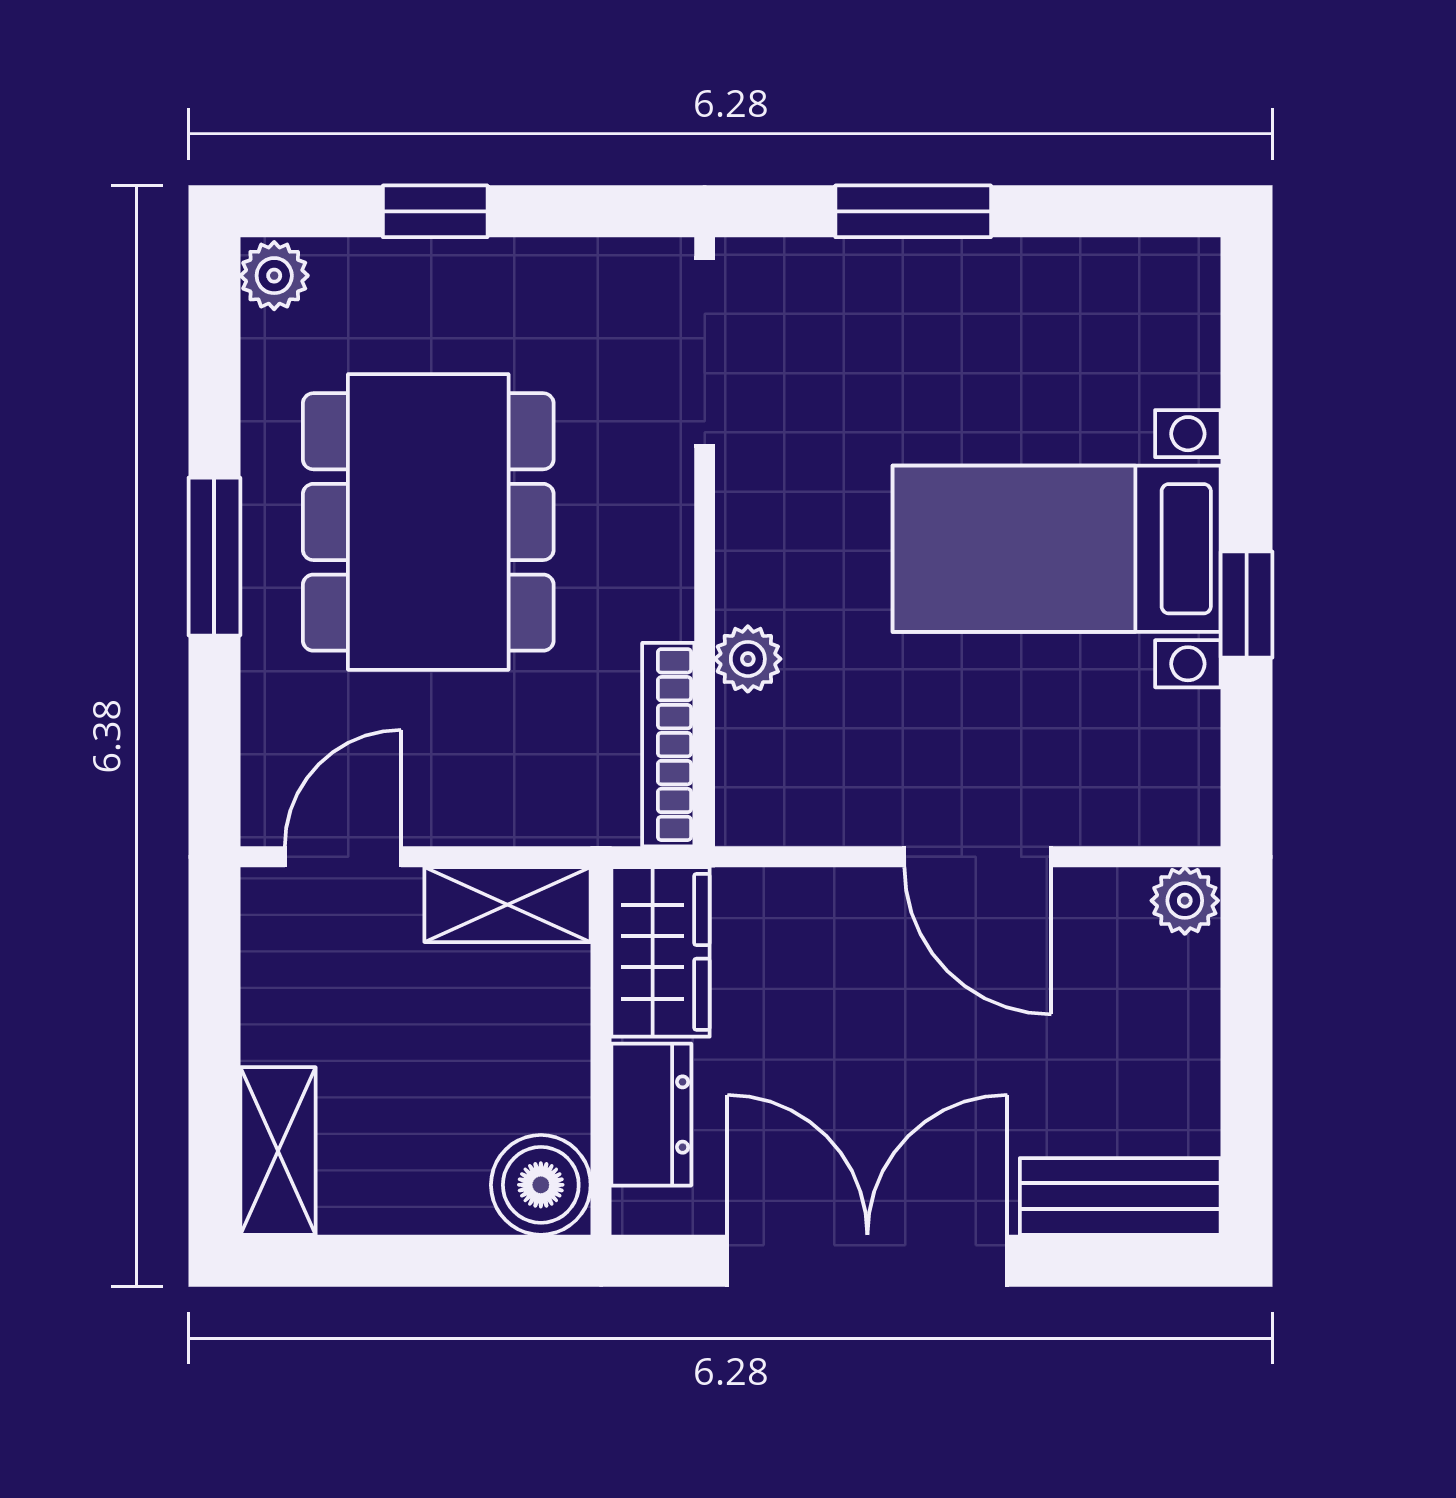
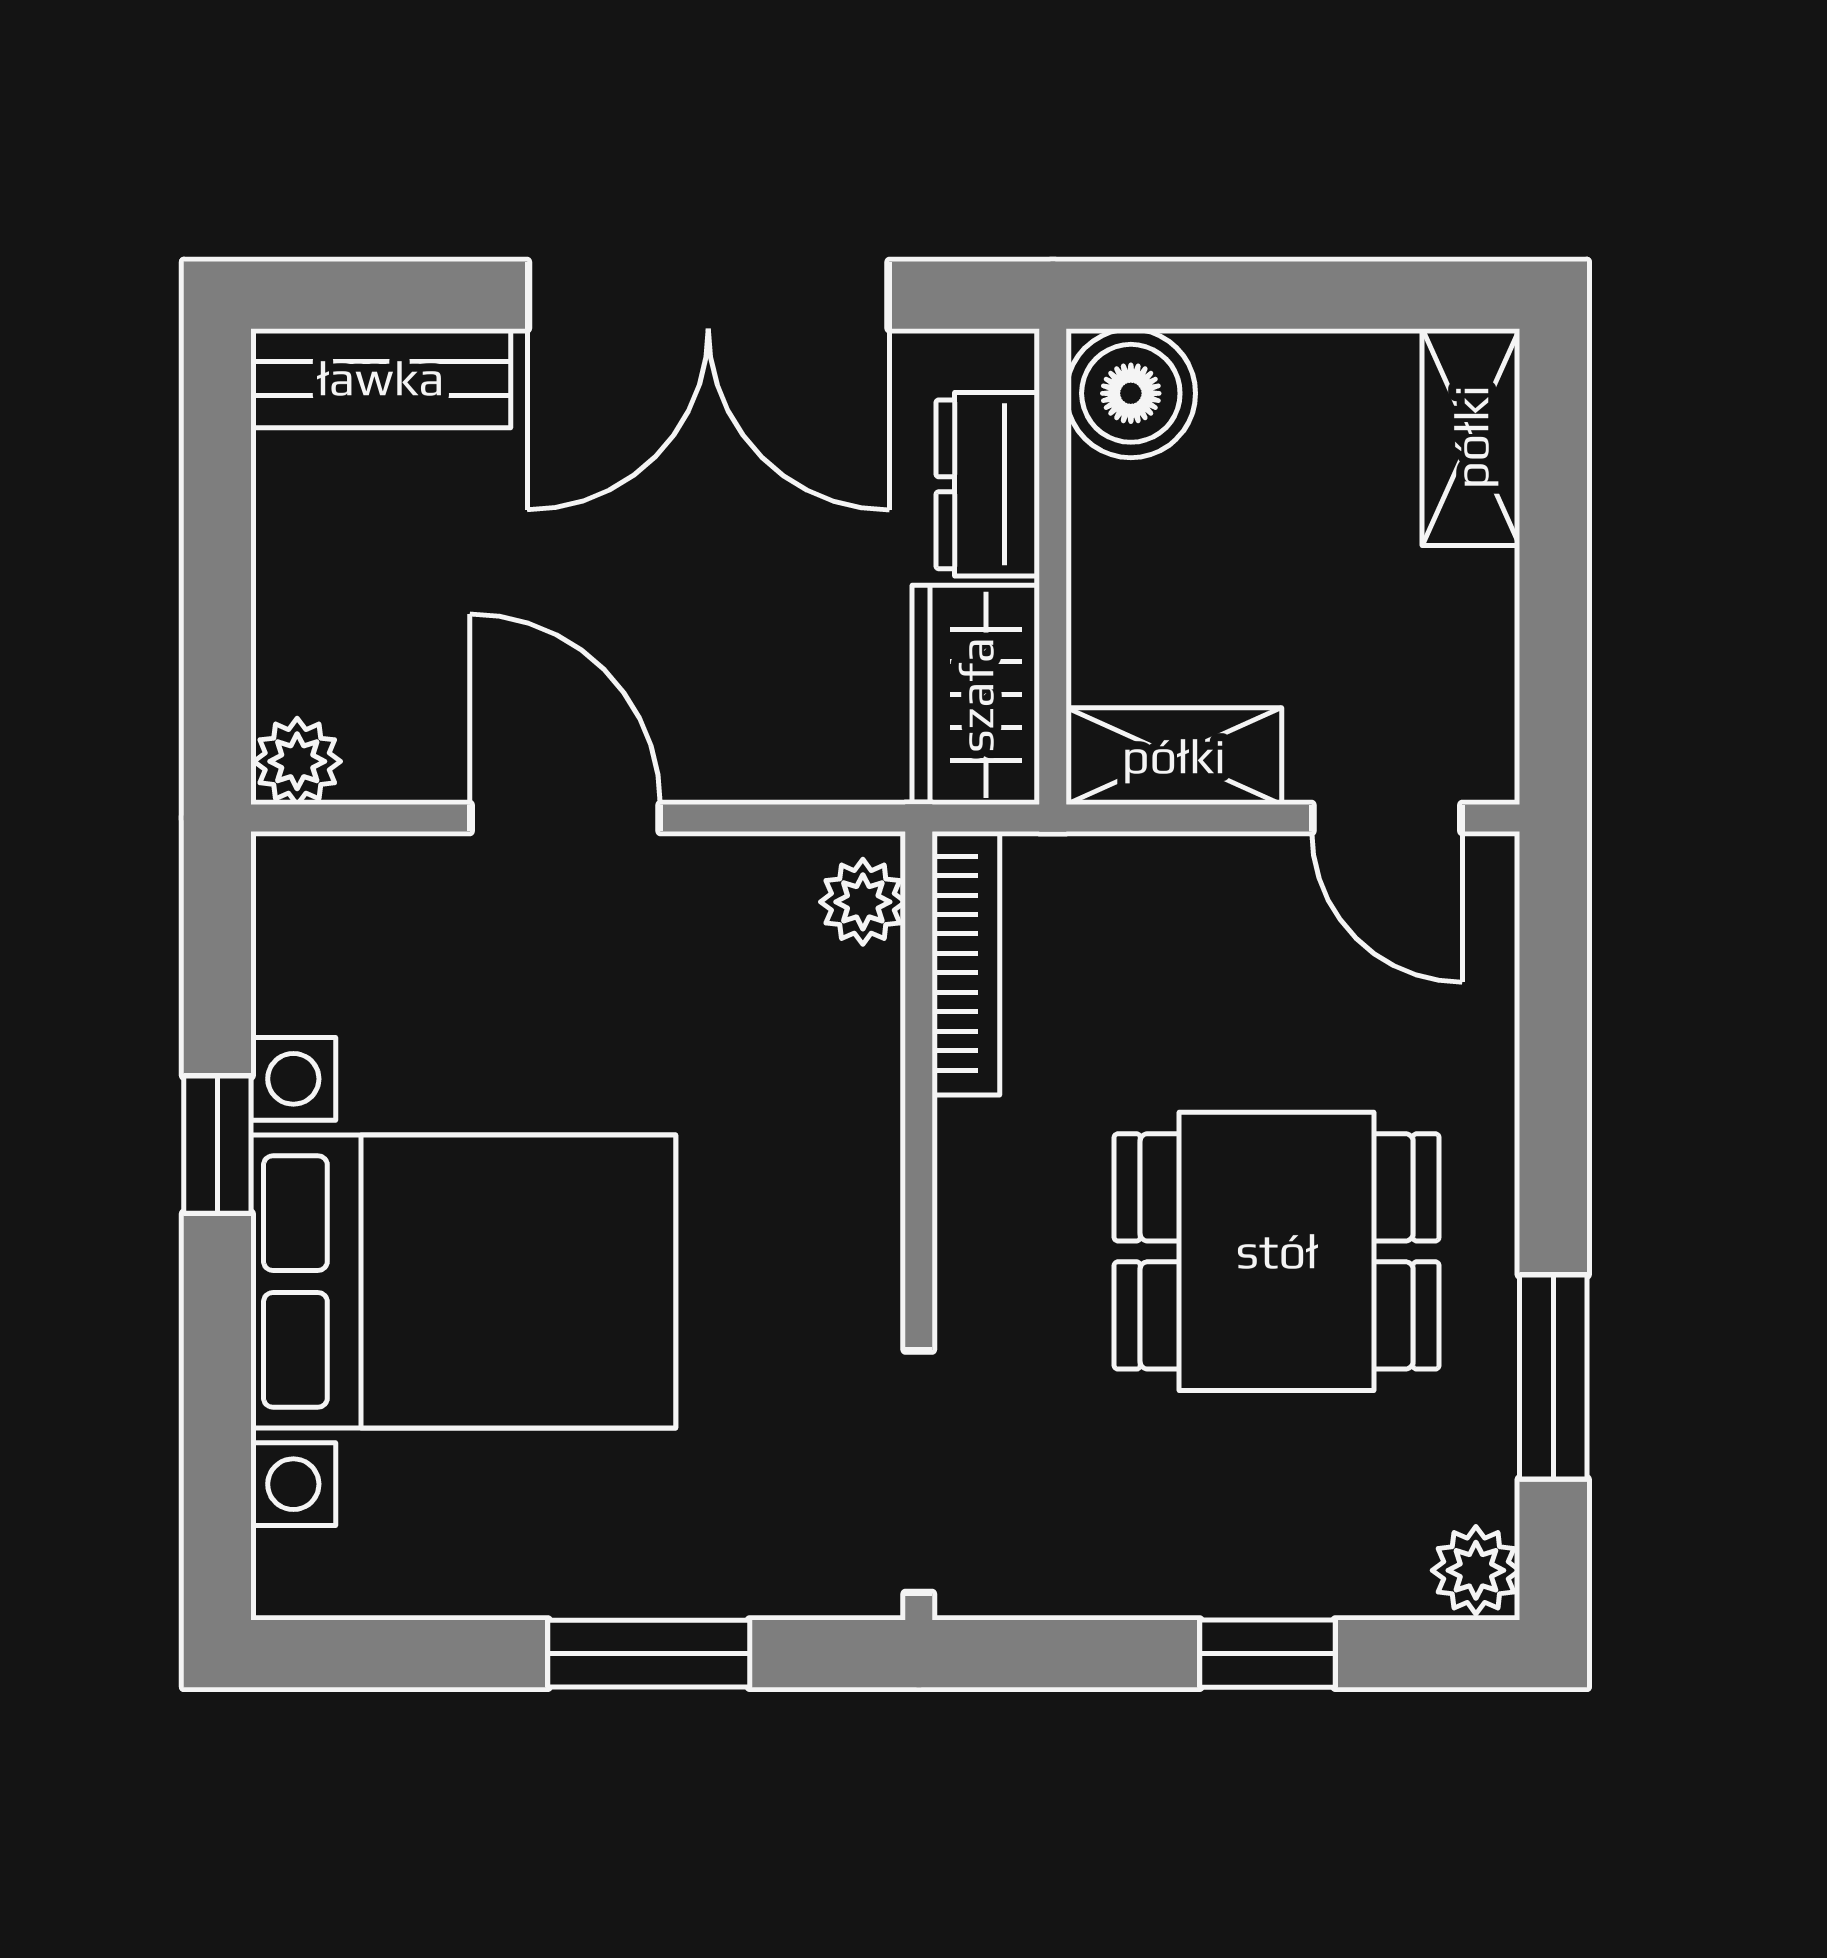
dining table: (428, 522) -> (1277, 1251), width x0.73
bed with nightstands: (1057, 549) -> (463, 1282), width x1.36
window: (214, 557) -> (1553, 1377), moved
plant: (748, 659) -> (863, 902), moved
door: (343, 857) -> (1387, 818), hinge flipped

